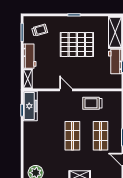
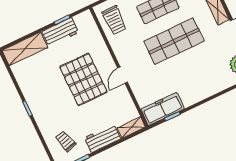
pallet: (77, 45) -> (83, 79), moved
trolley: (92, 103) -> (114, 20), moved
shop shelf: (72, 136) -> (174, 41), width x1.43, depth x1.36

